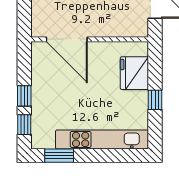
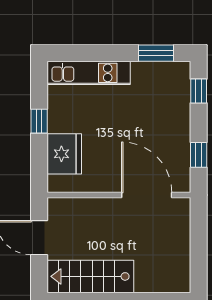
window: (24, 96) -> (199, 155), moved
kitchen unit: (102, 139) -> (89, 73), width x0.73

